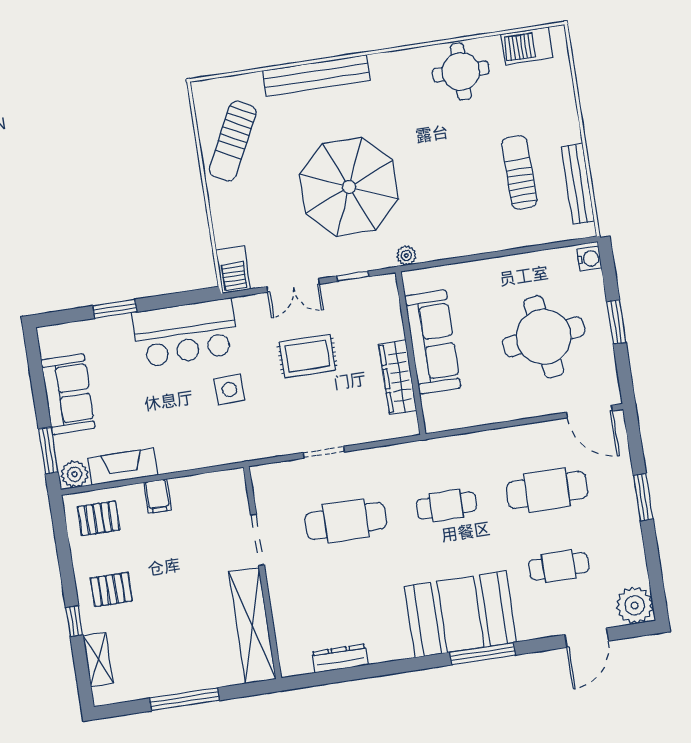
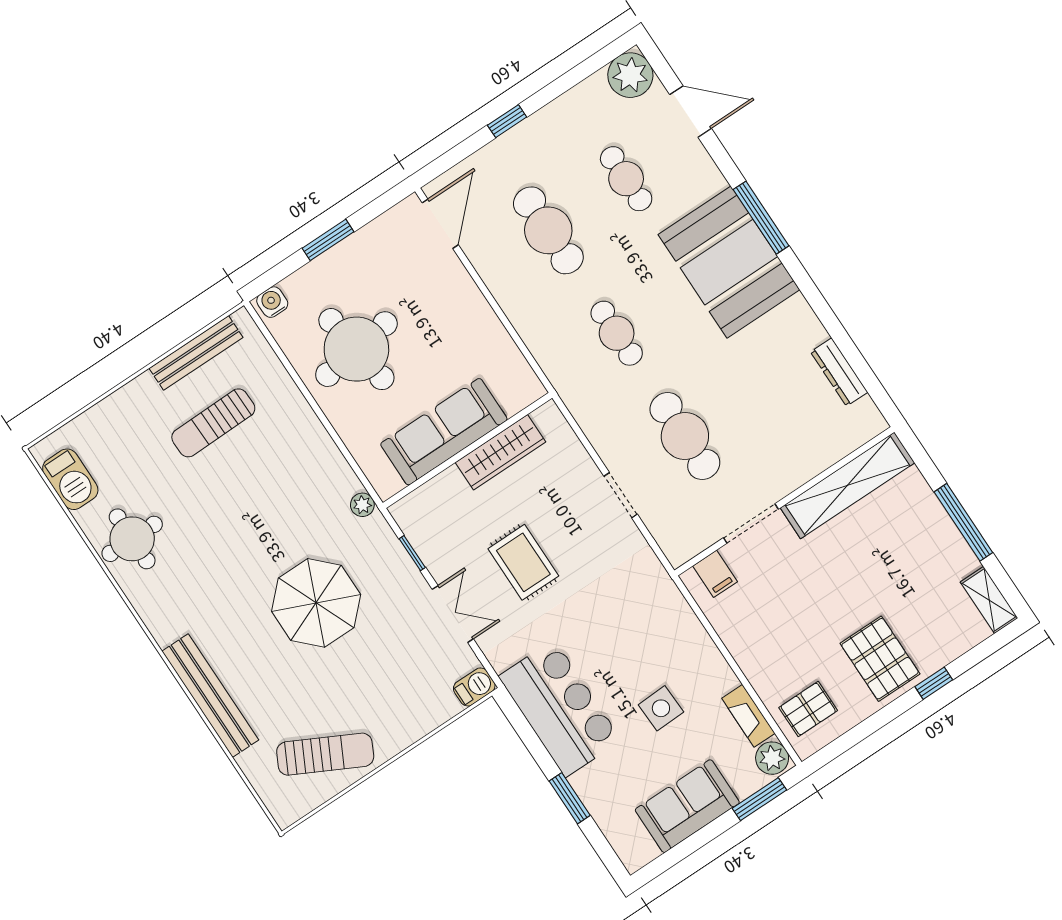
parasol: (349, 187) -> (316, 603), width x0.73, depth x0.73
barbecue: (233, 270) -> (474, 687), width x0.73, depth x0.79
round table: (544, 337) -> (356, 349), moved
side table: (229, 390) -> (661, 708), moved
fireplace: (123, 467) -> (748, 716), width x0.73, depth x0.76
filing cabinet: (157, 496) -> (715, 574), moved, turned 90
window: (643, 497) -> (507, 121), width x0.67
pallet: (99, 518) -> (808, 709), turned 90
pallet: (111, 589) -> (880, 659), width x1.50, depth x1.42
shelving: (98, 659) -> (989, 600), moved, turned 90

